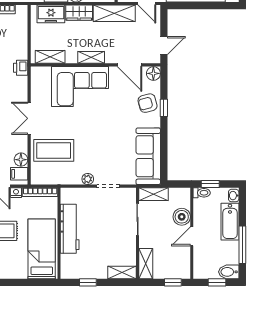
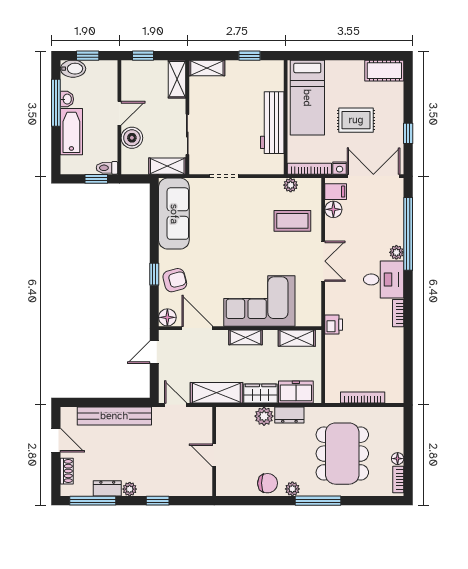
coffee table: (54, 150) -> (292, 221), width x0.73, depth x0.76
plant: (88, 179) -> (291, 185), moved
washbasin: (234, 196) -> (67, 99), moved

